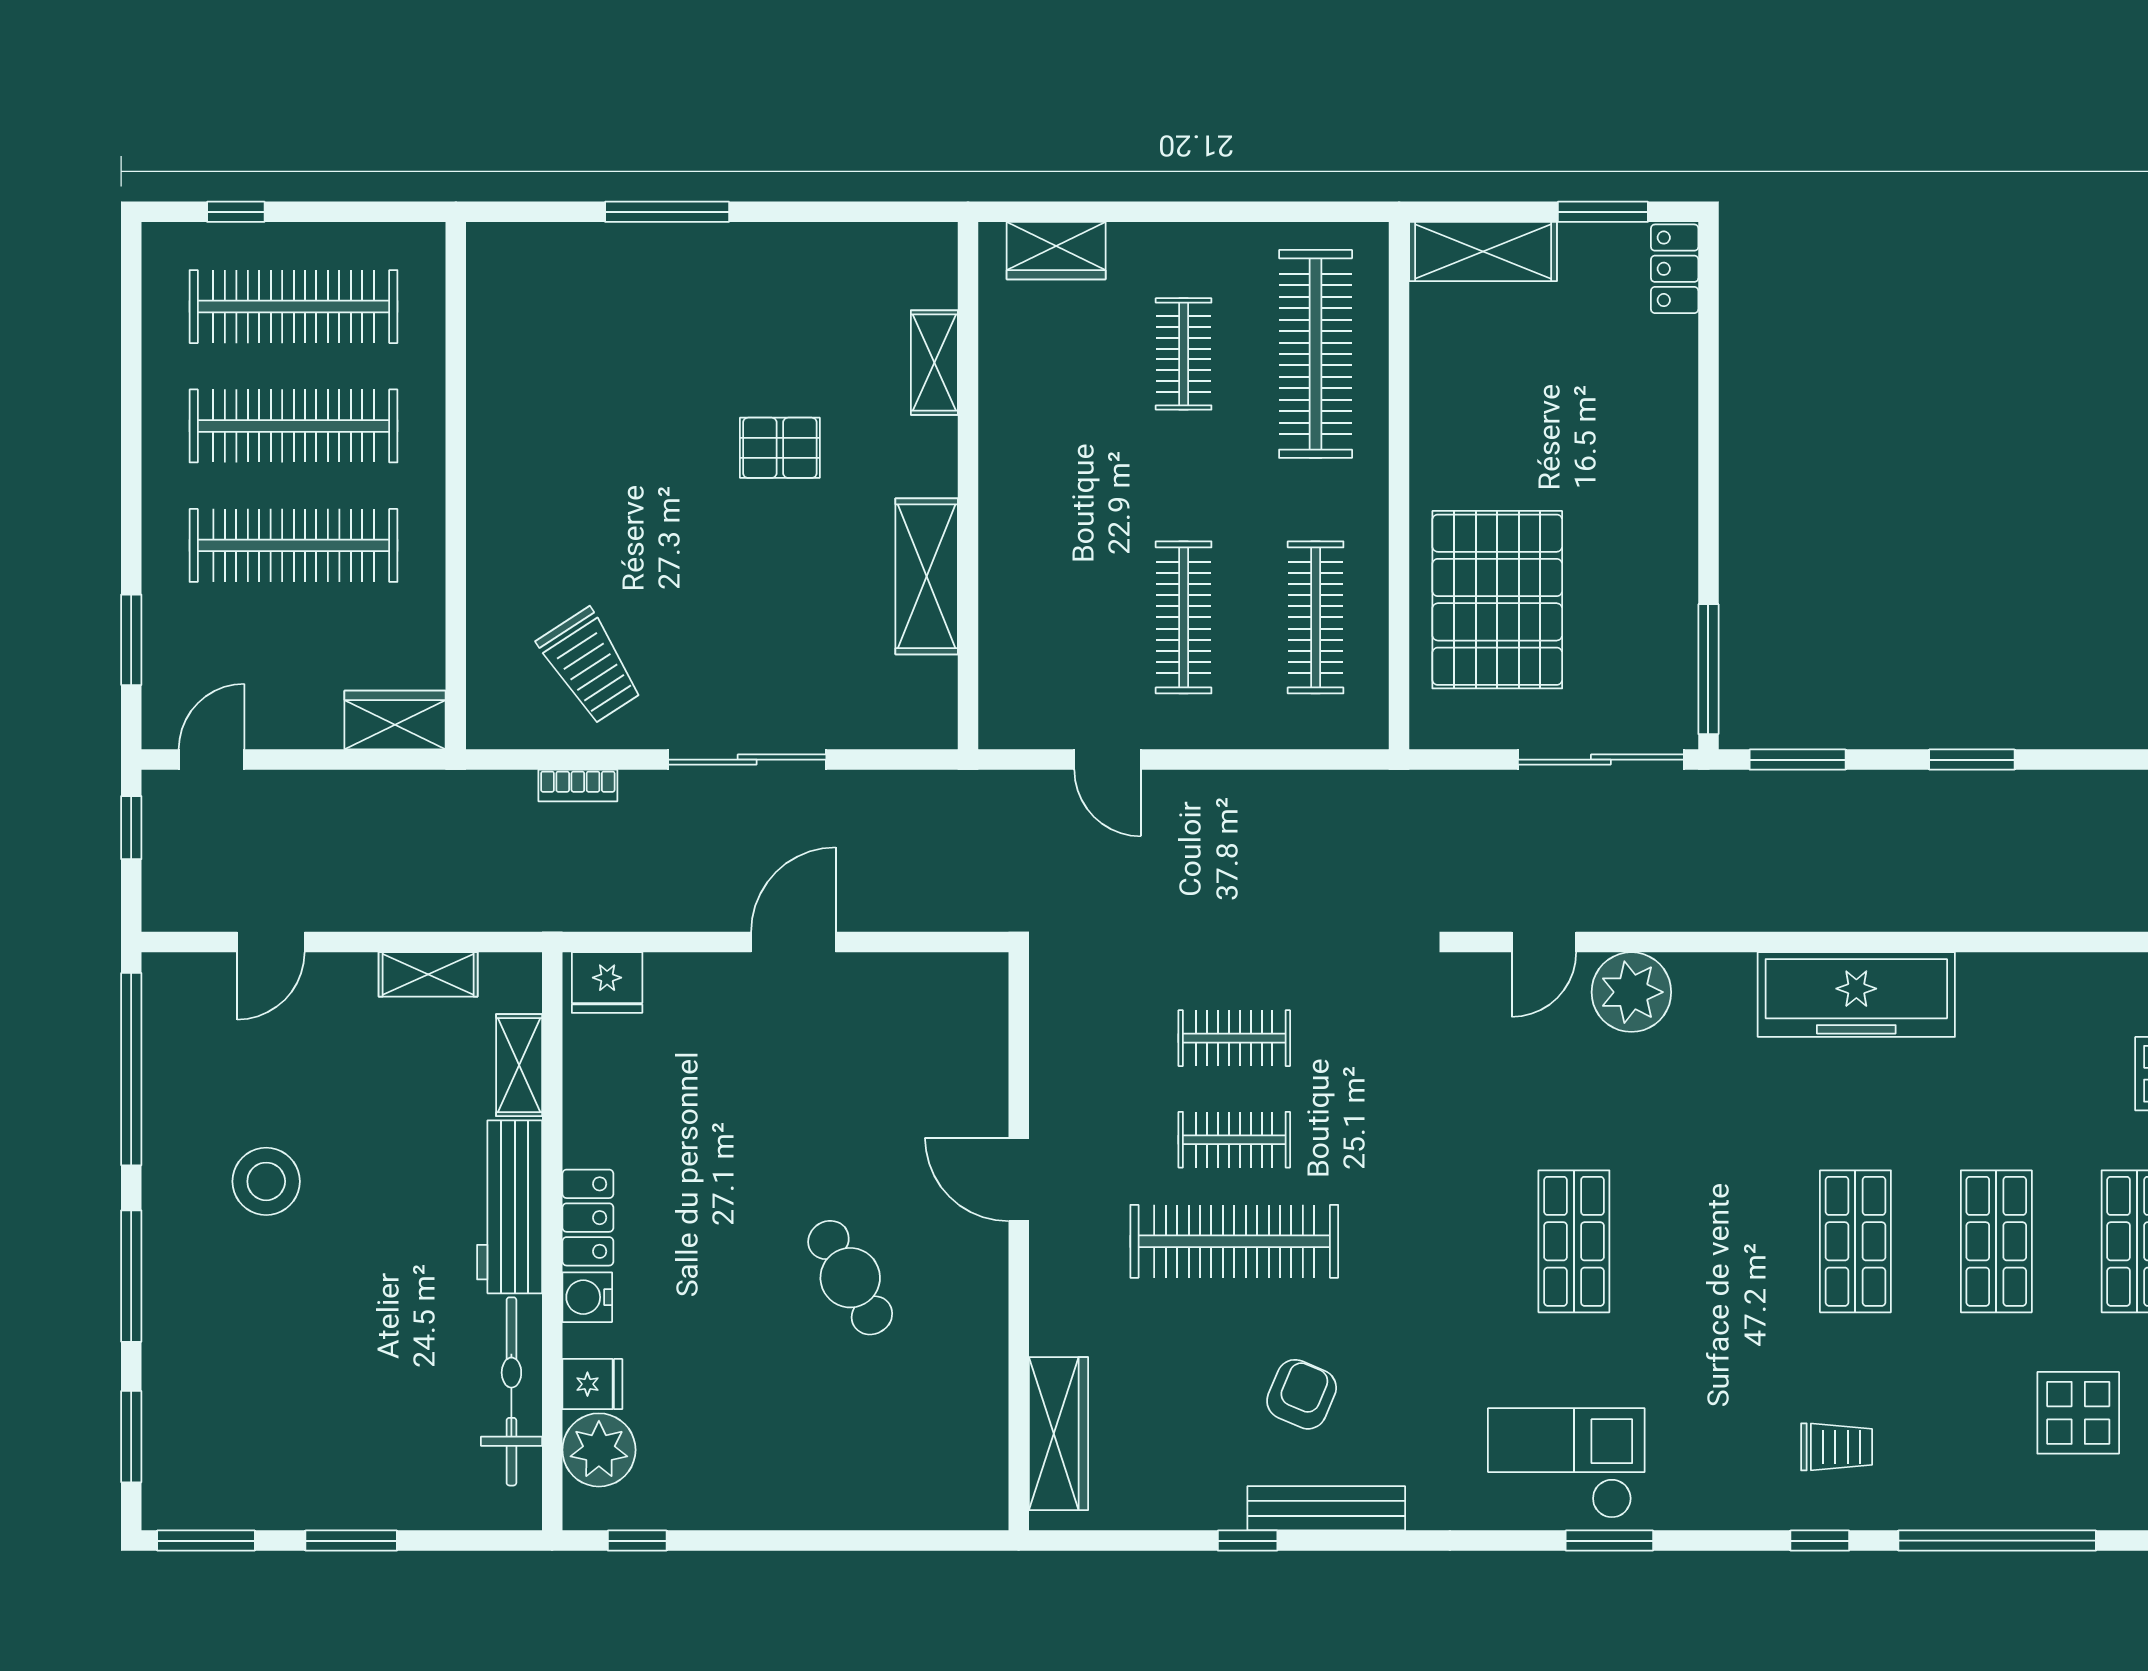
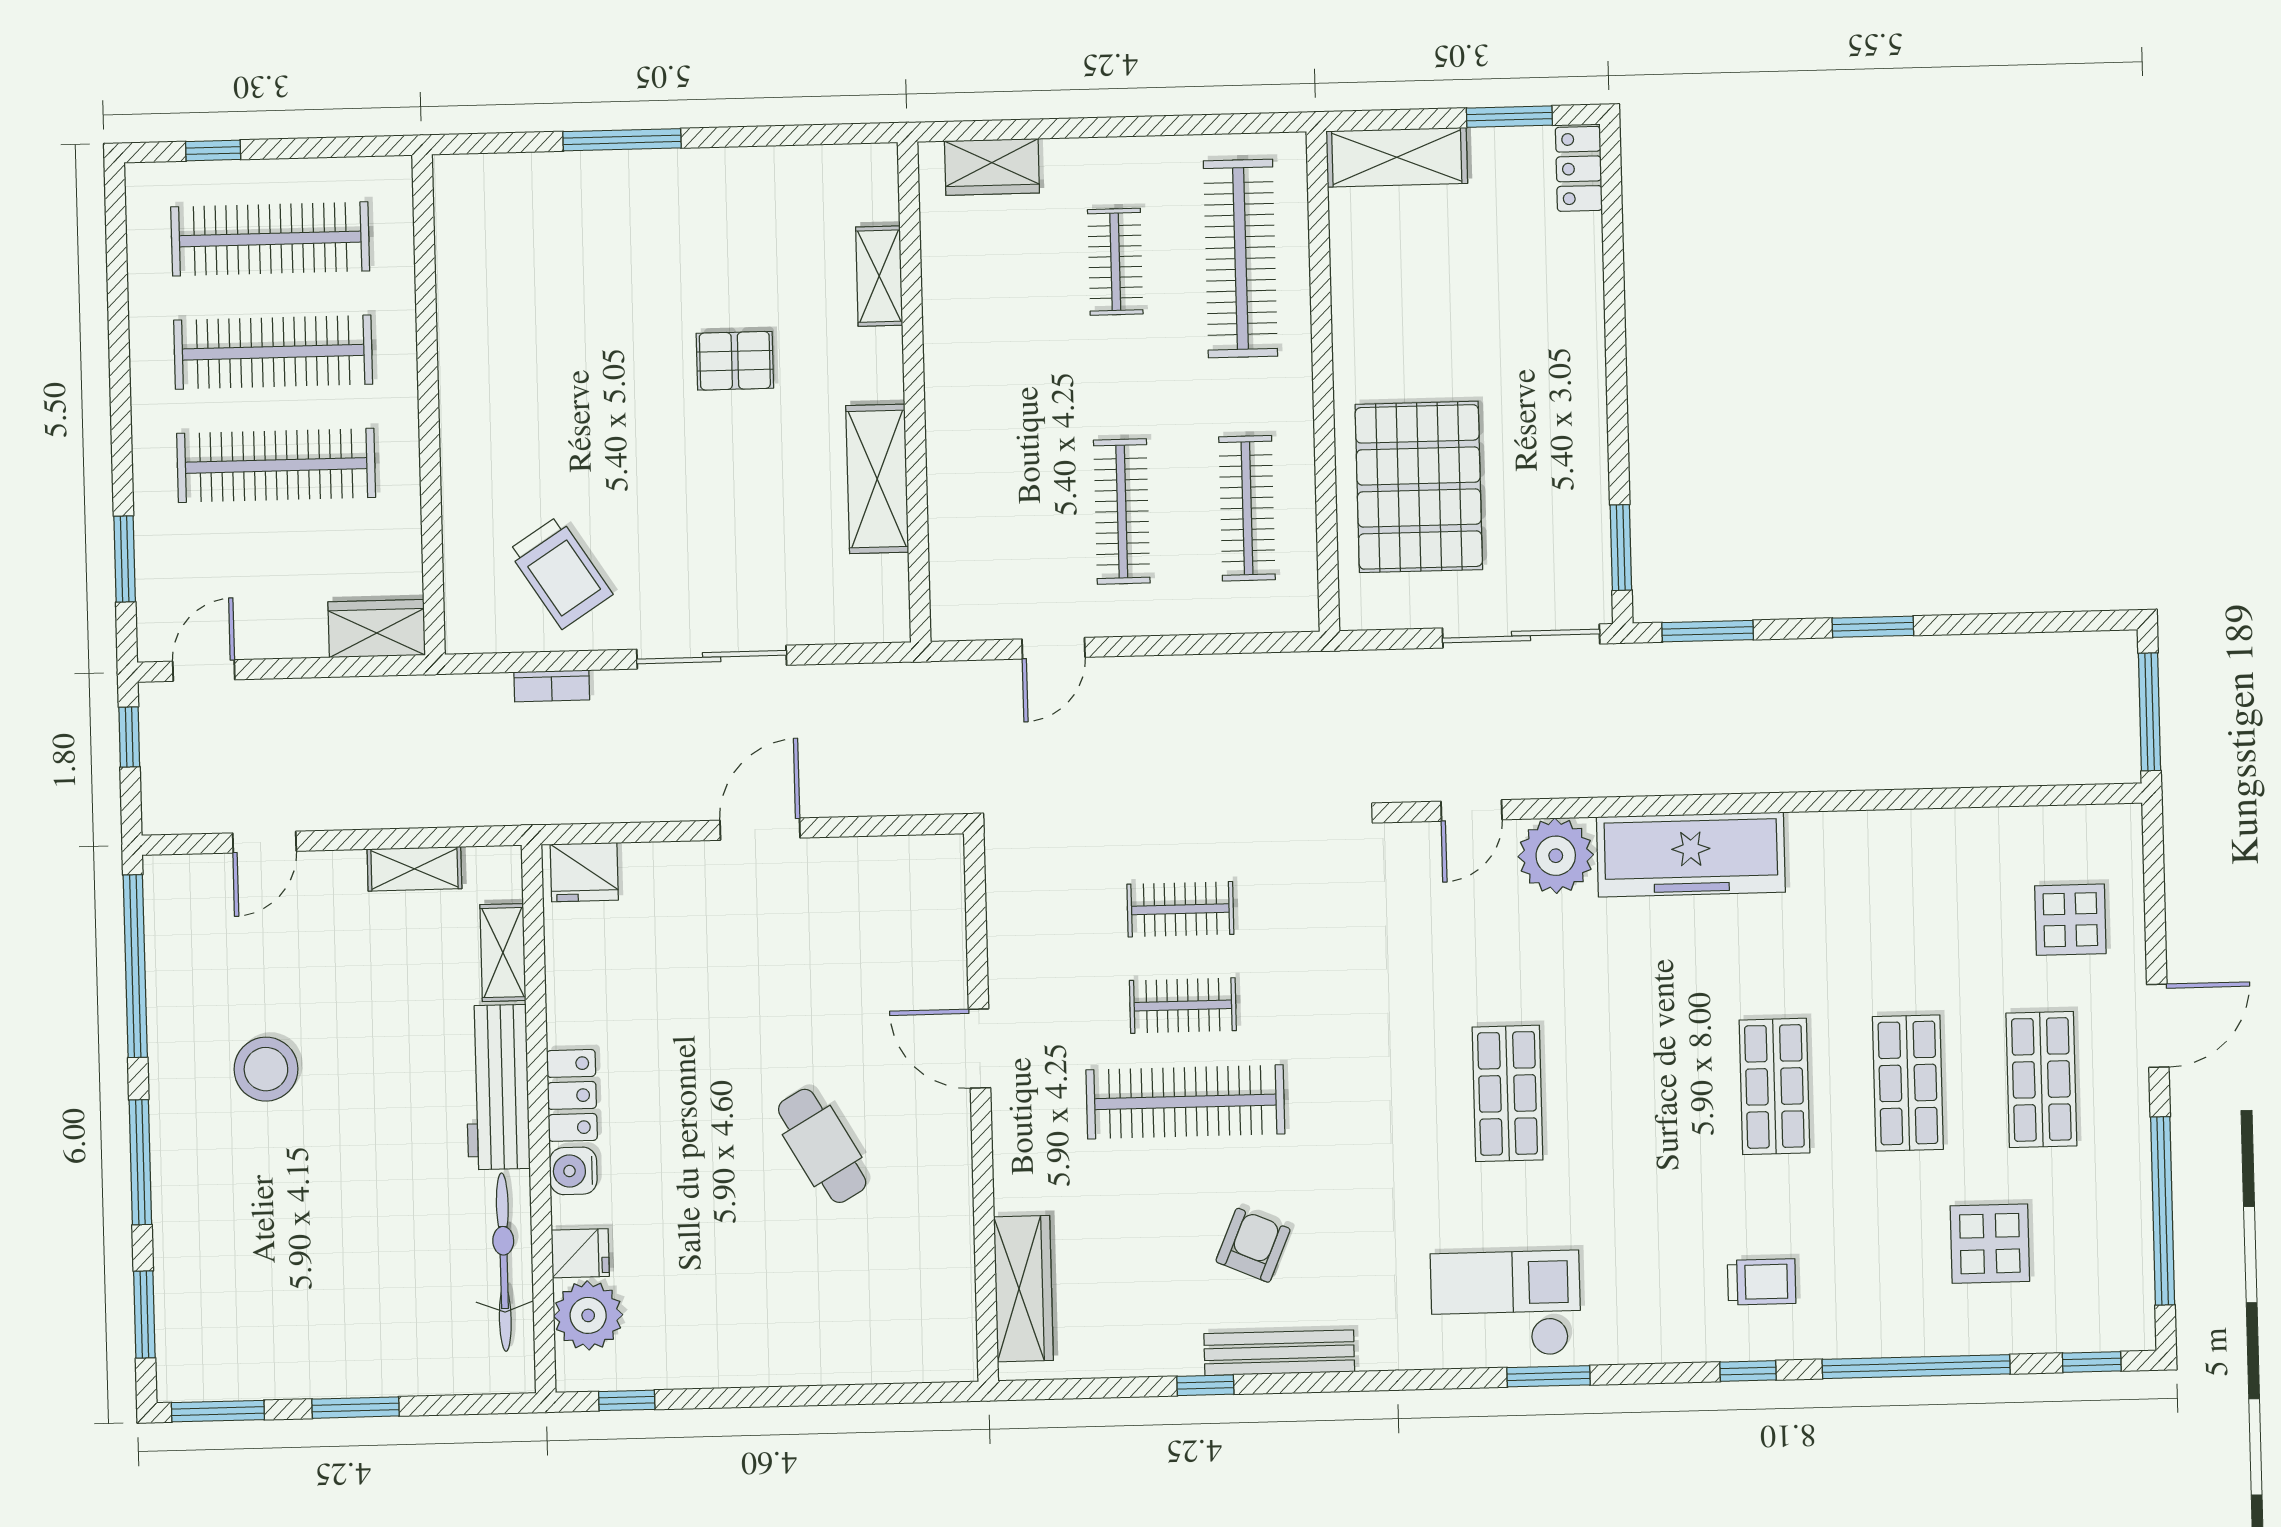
window: (1708, 669) -> (1621, 548), width x0.69
door: (1108, 760) -> (1053, 648), hinge flipped
freezer: (1856, 995) -> (1691, 855), moved

